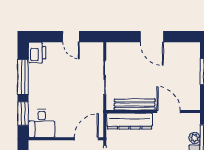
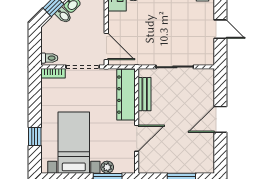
door: (71, 37) -> (220, 29), swing flipped
bench: (135, 105) -> (145, 94), width x0.73

